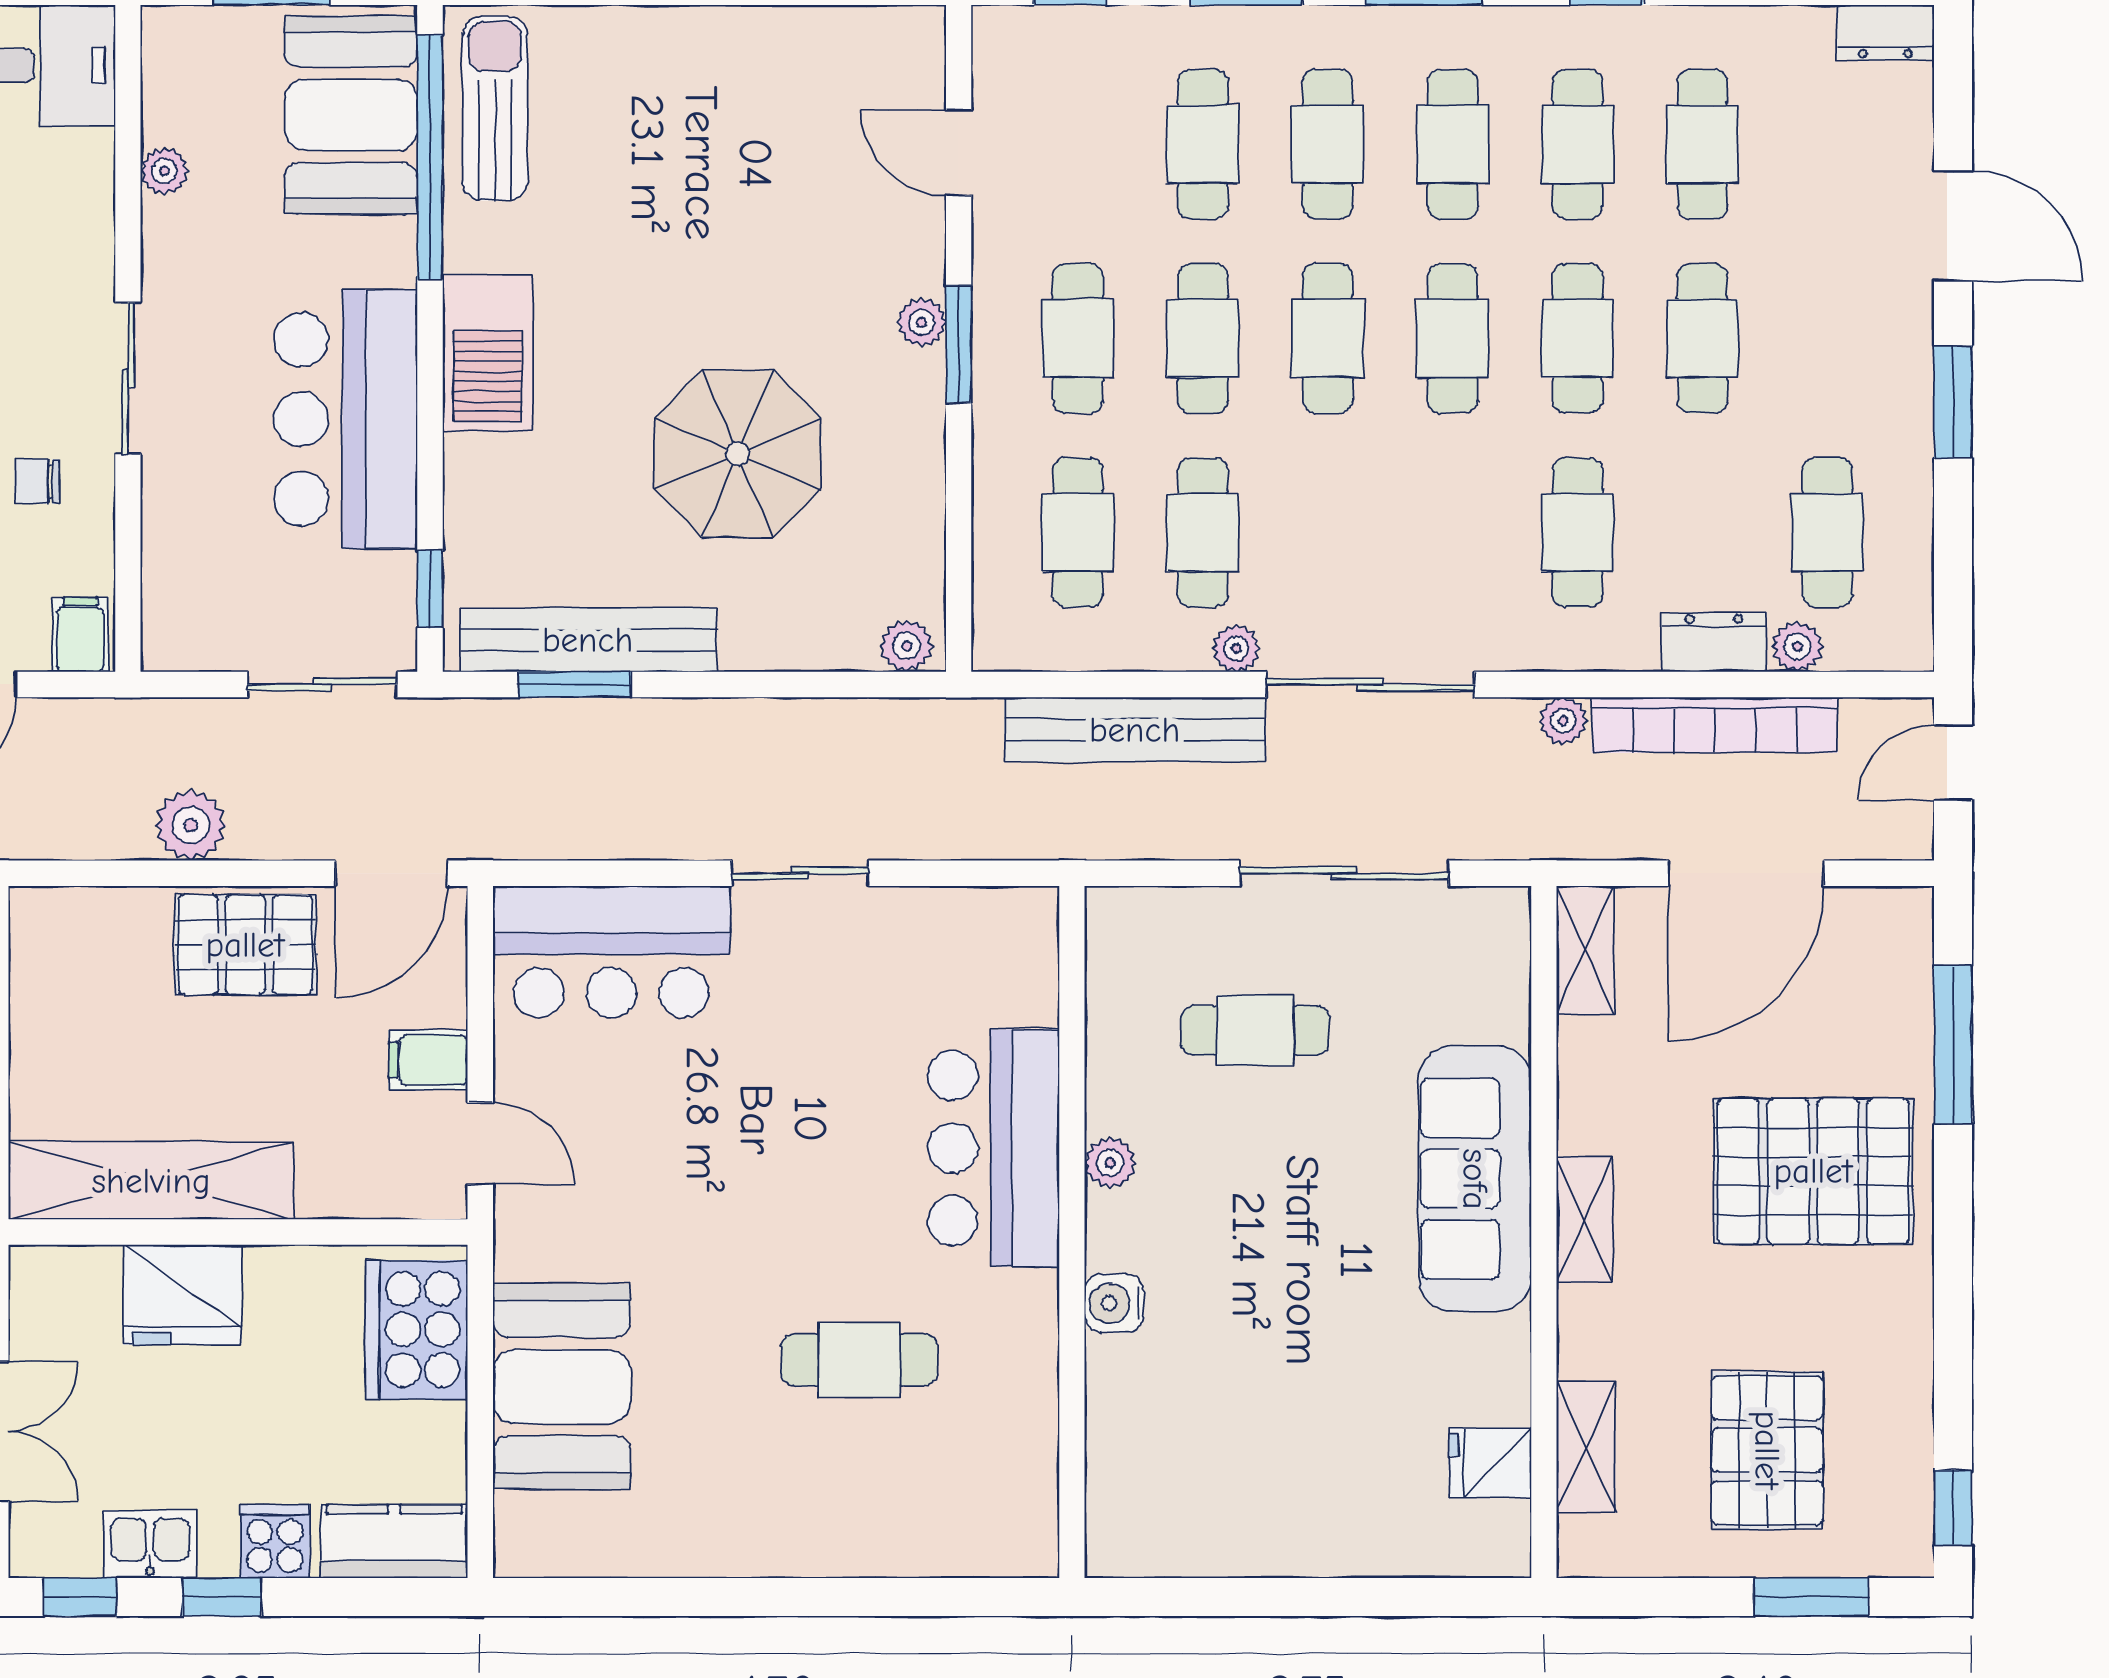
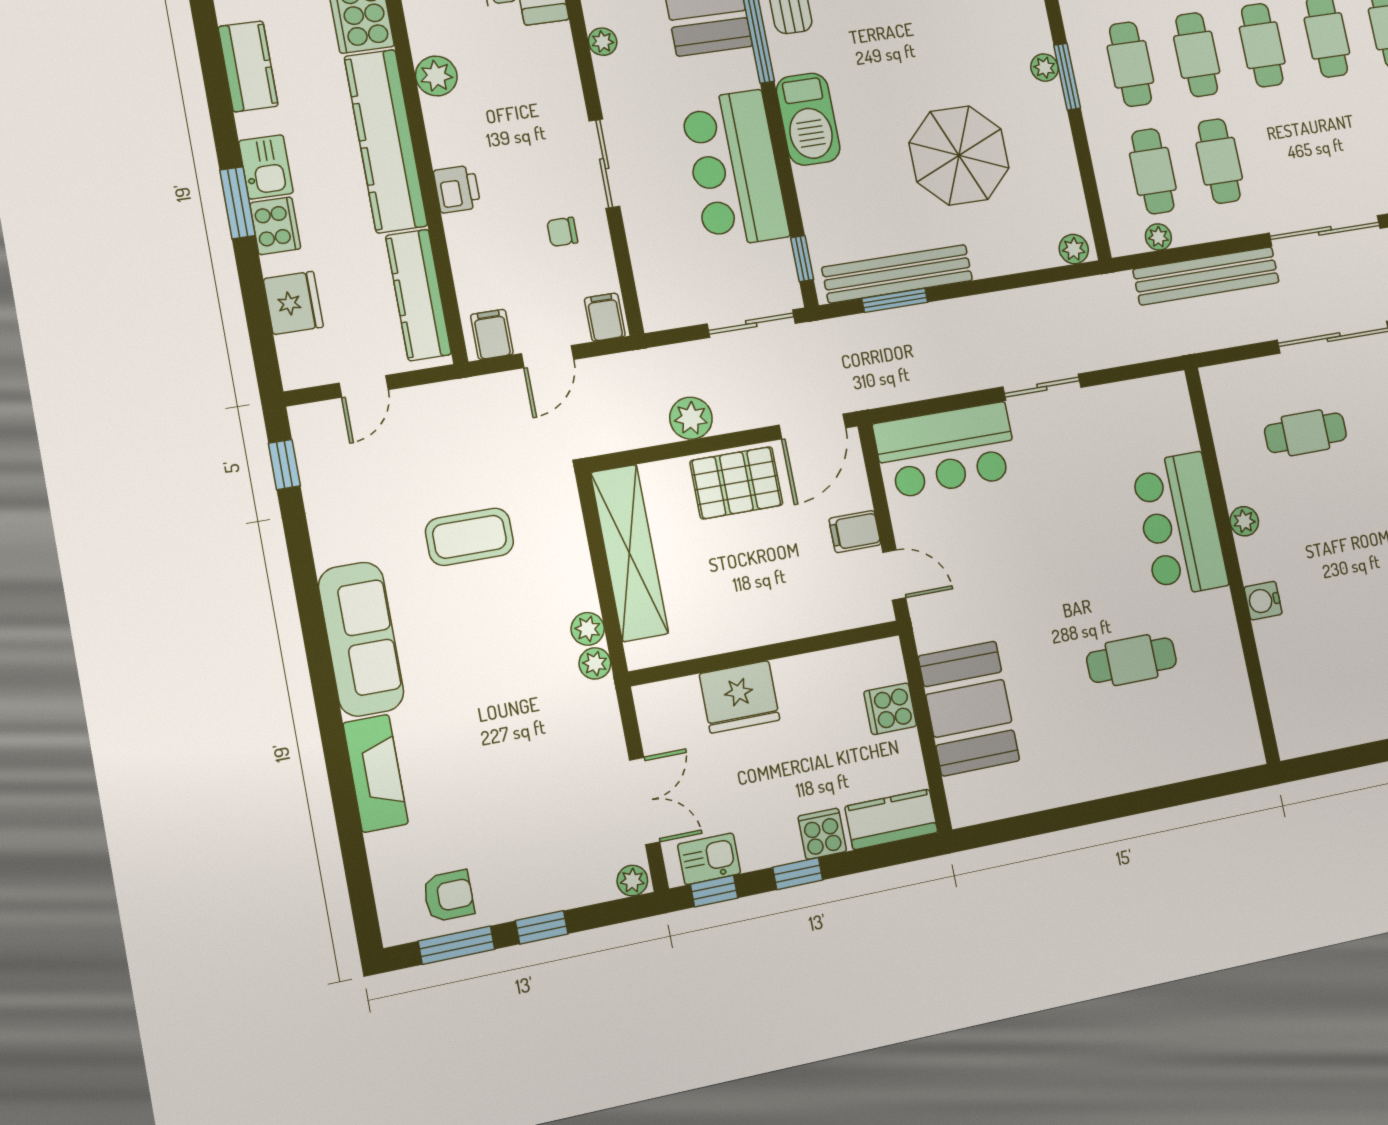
plant: (1236, 648) -> (1158, 237), moved
shelving: (151, 1181) -> (629, 553), moved, turned 90
cooker: (417, 1329) -> (890, 709), width x0.53, depth x0.76
kitchen sink: (150, 1544) -> (709, 859), moved

